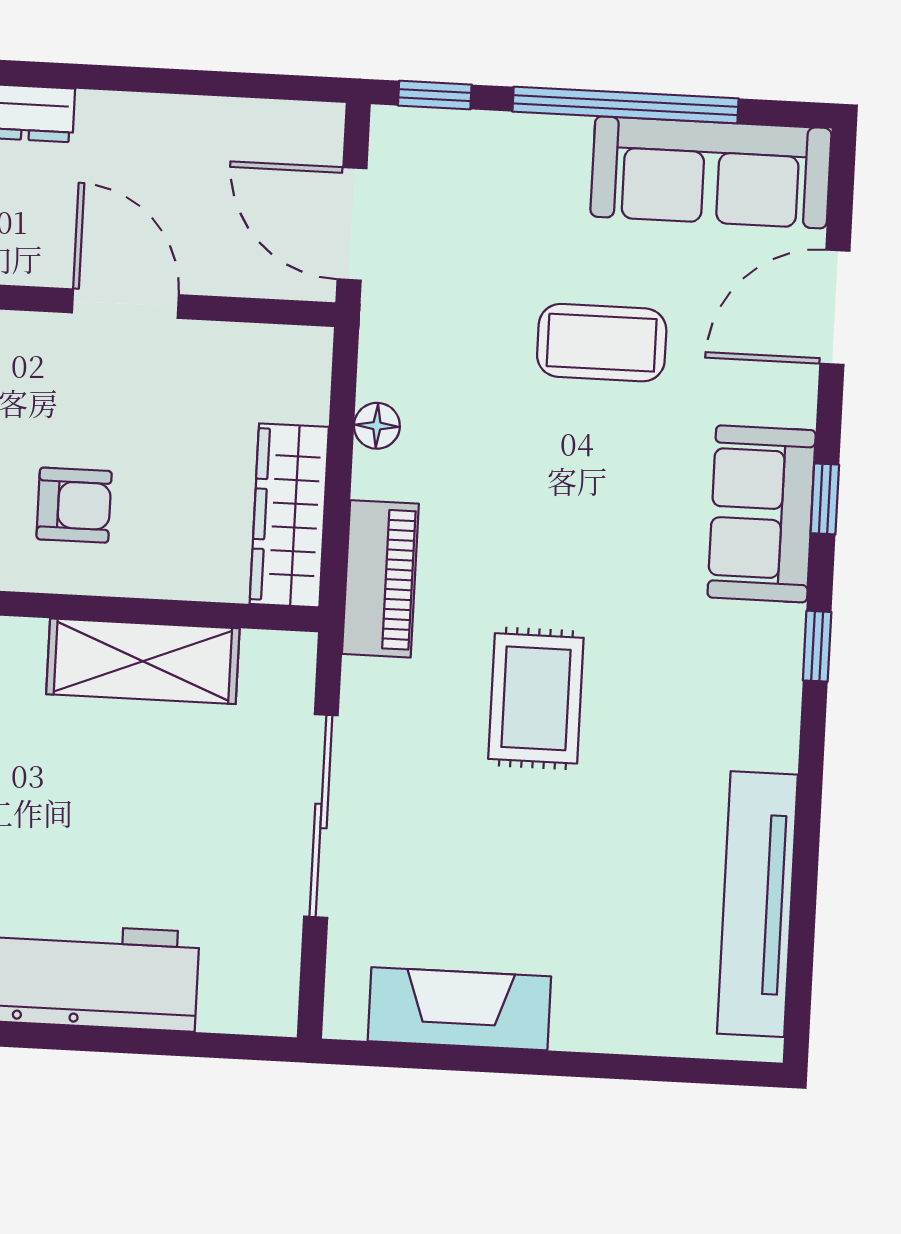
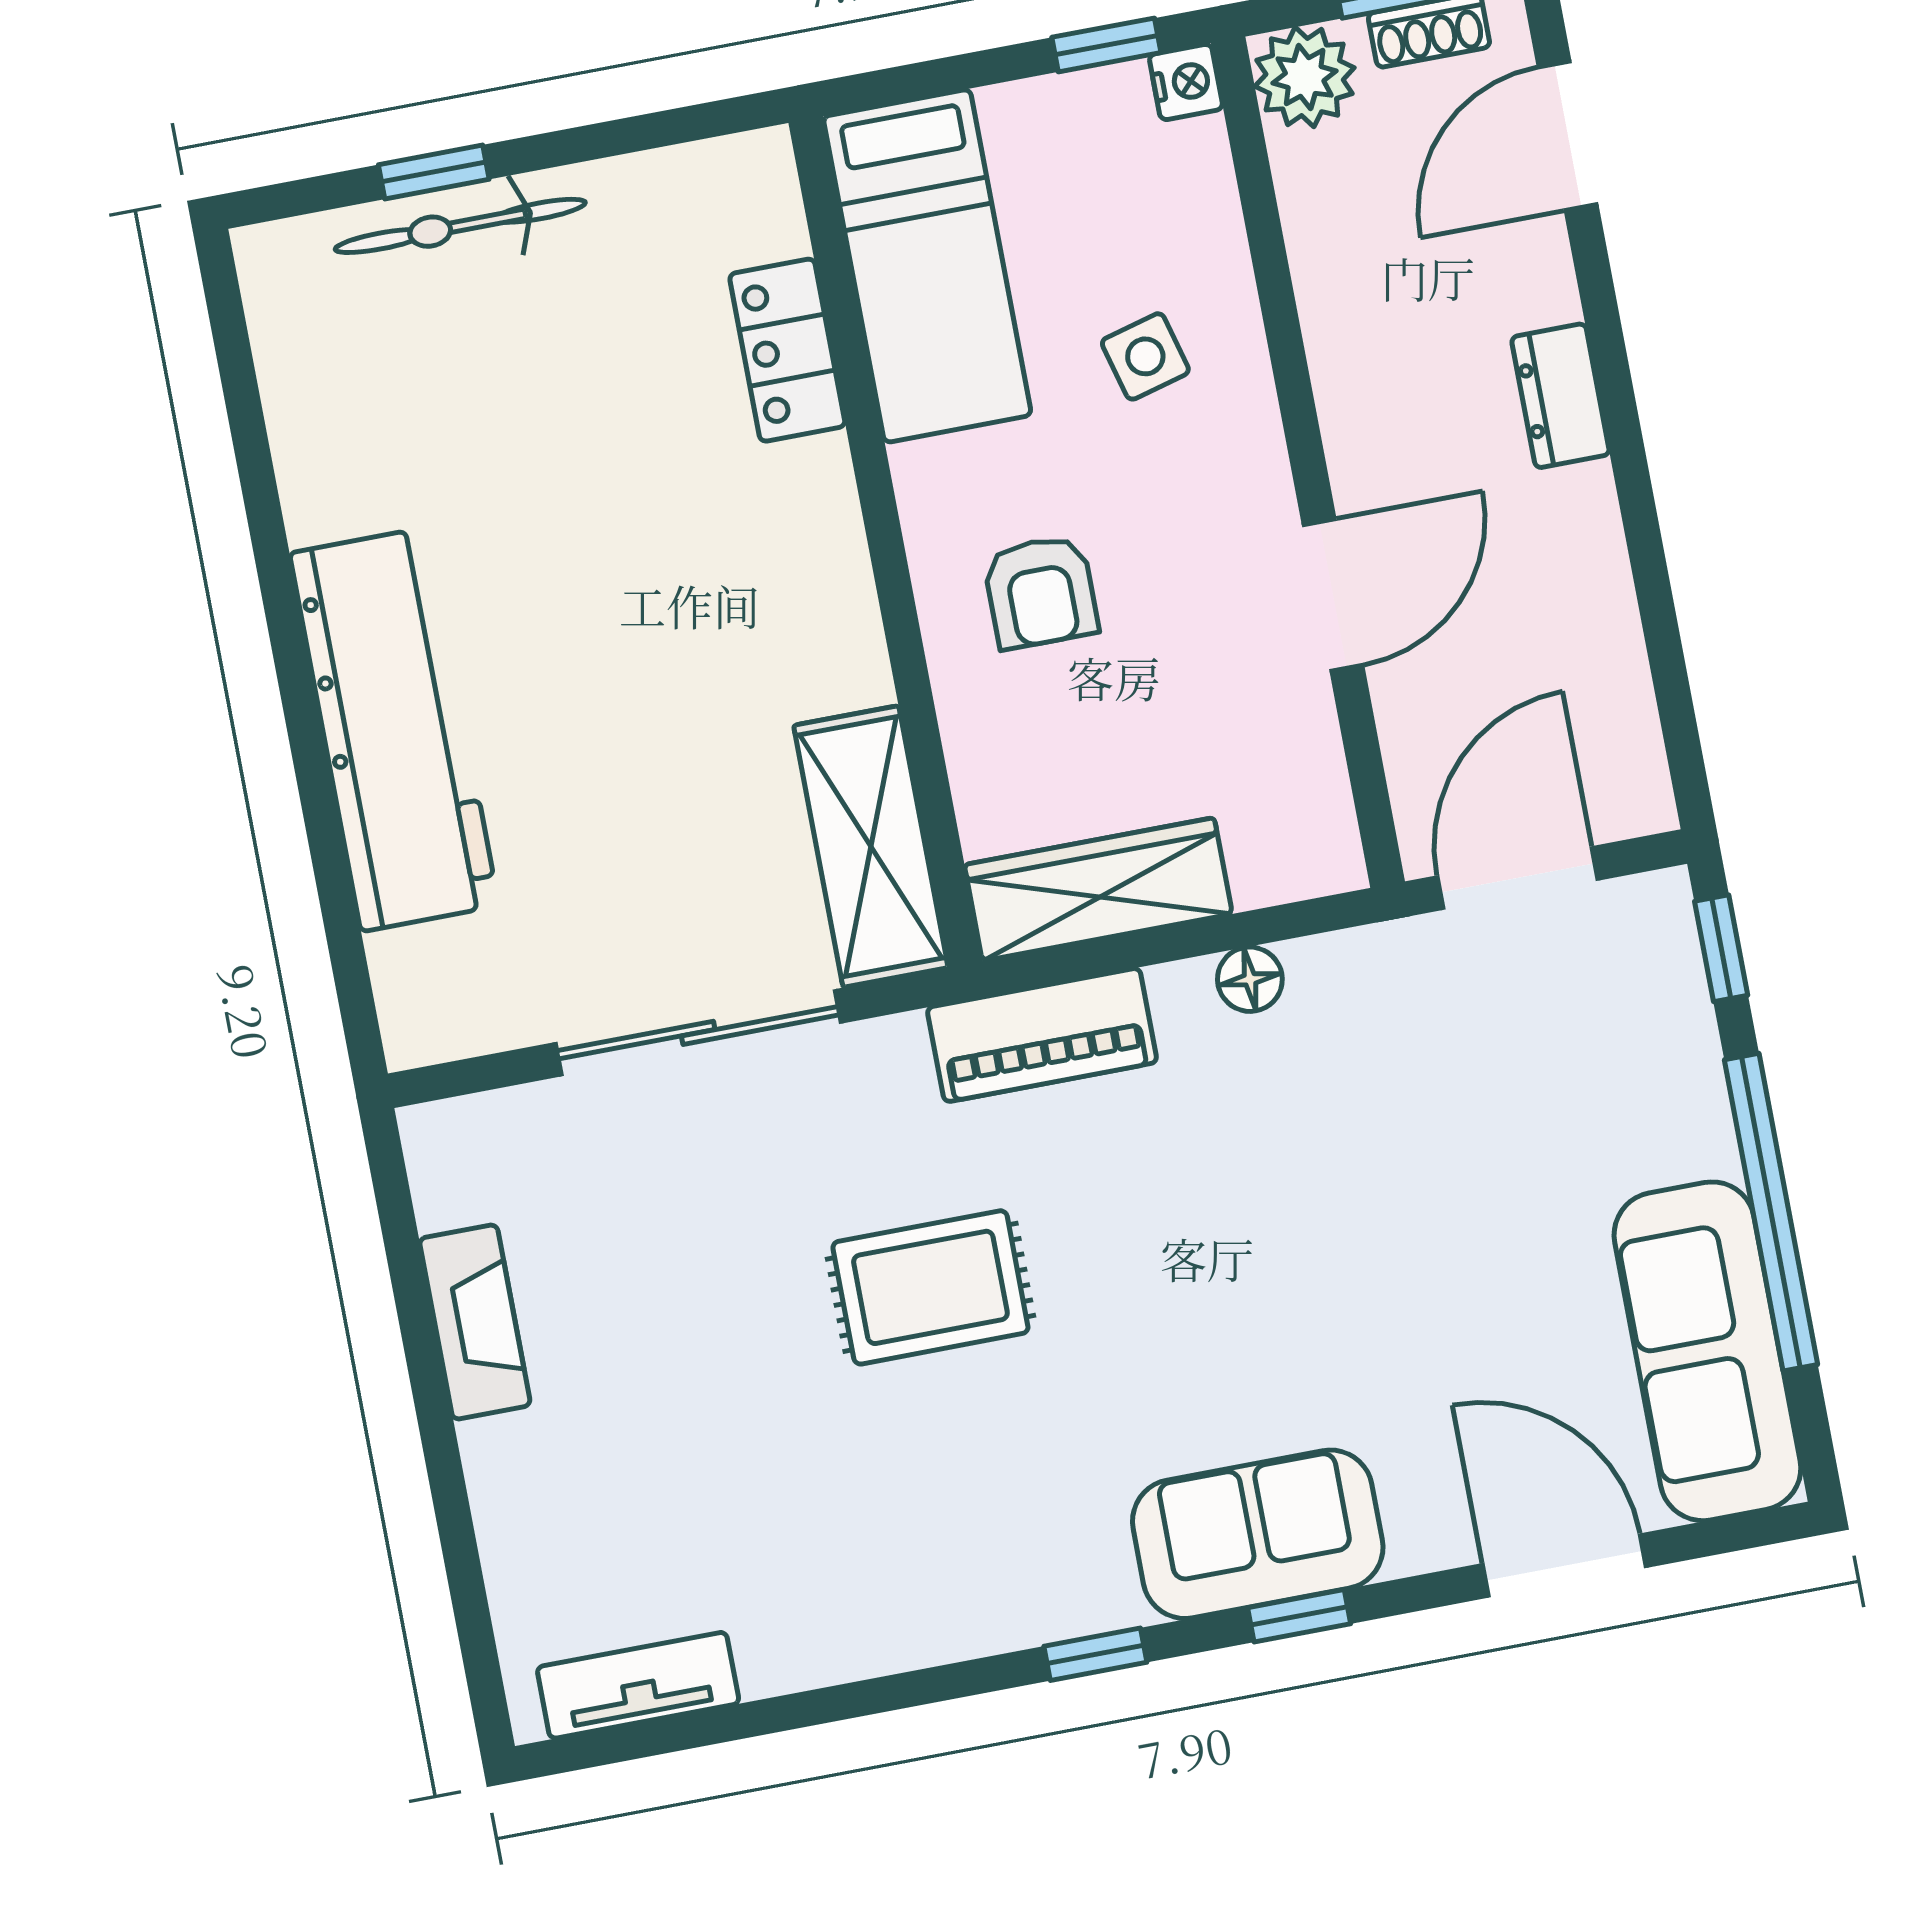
coffee table: (602, 343) -> (1438, 1259), removed
shelving: (143, 661) -> (871, 846), moved
tv unit: (757, 904) -> (638, 1685), width x0.52, depth x0.78
fireplace: (459, 1009) -> (475, 1322), width x0.73, depth x0.76

